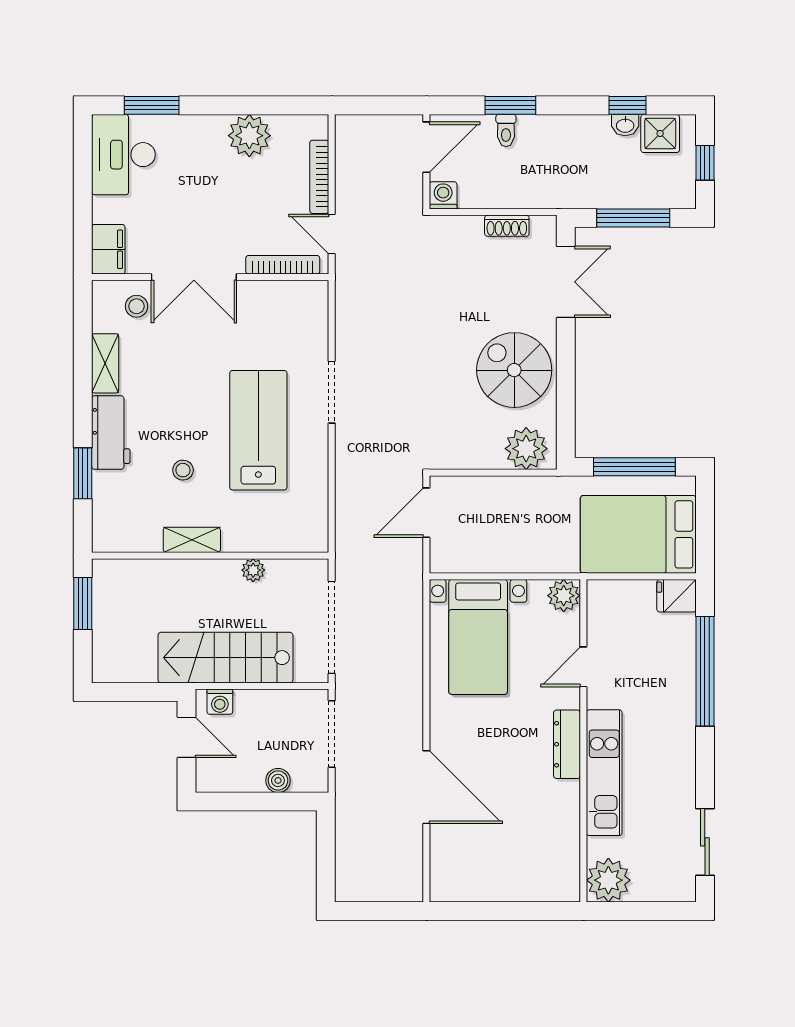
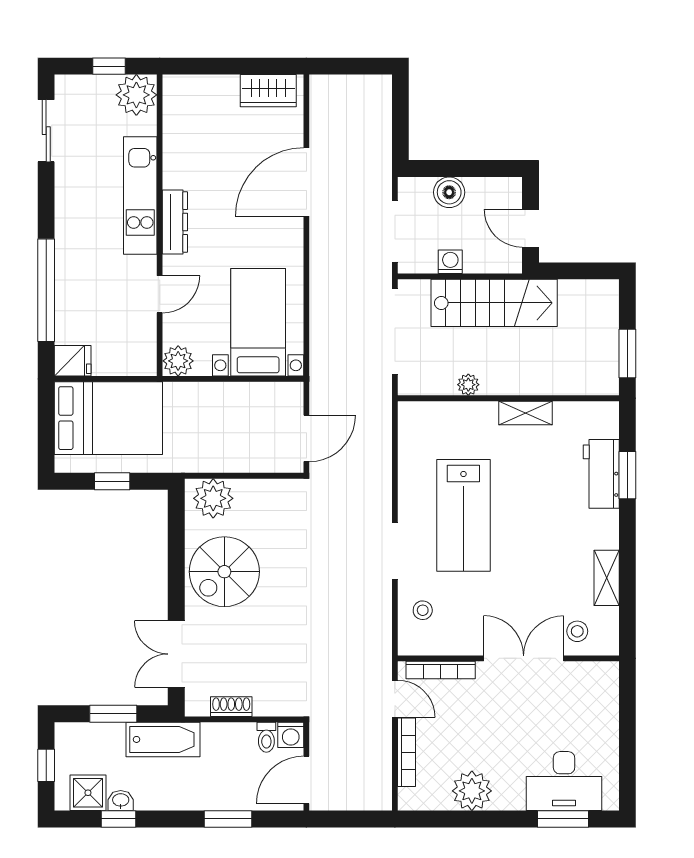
toilet: (506, 130) -> (266, 737), moved, turned 180
desk: (123, 155) -> (564, 781), moved, turned 90
bathtub: (580, 190) -> (163, 739), added
window: (633, 218) -> (113, 714), width x0.69
filing cabinet: (108, 249) -> (604, 685), removed
spiral stairs: (514, 370) -> (224, 572), turned 90
workbench: (111, 432) -> (601, 474), moved
window: (634, 467) -> (112, 481), width x0.46
stool: (183, 470) -> (423, 610), moved
washing machine: (220, 702) -> (450, 262), moved
boiler: (278, 780) -> (449, 192), width x1.36, depth x1.36
door: (426, 787) -> (306, 182), hinge flipped
wardrobe: (467, 885) -> (268, 91), added
window: (638, 911) -> (109, 66), added

